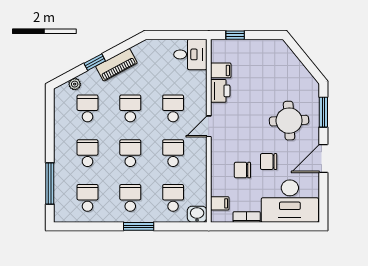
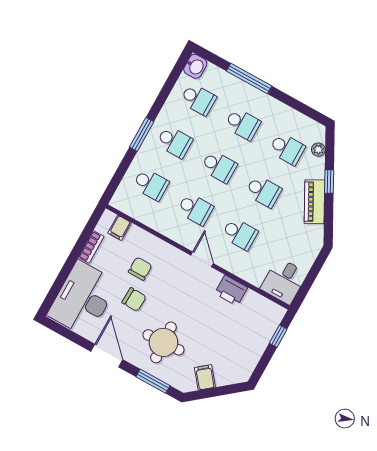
filing cabinet: (221, 70) -> (205, 377), moved, turned 141
chair: (269, 162) -> (134, 300), turned 92
window: (50, 183) -> (249, 79), moved
washbasin: (197, 214) -> (195, 66), moved

